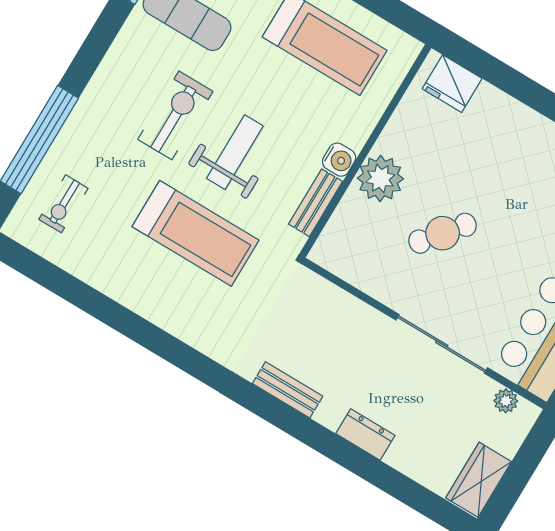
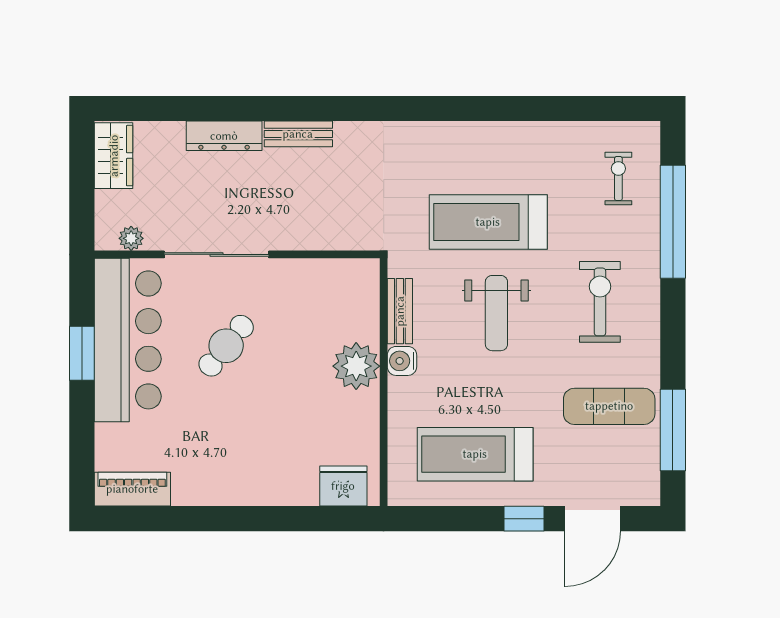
exercise bike: (175, 115) -> (600, 302), moved, turned 180
cafe table: (443, 233) -> (226, 346), moved
bench: (288, 390) -> (298, 134), moved
dresser: (365, 435) -> (224, 136), width x1.44

